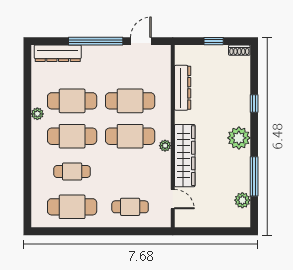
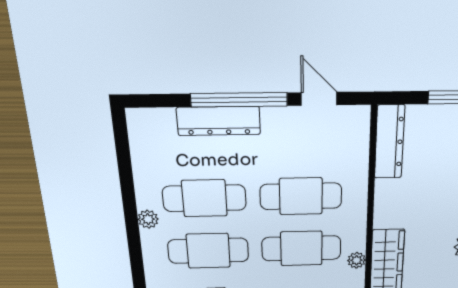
door: (141, 41) -> (319, 99), hinge flipped
dresser: (58, 53) -> (219, 121), moved
dresser: (183, 88) -> (389, 142), moved

